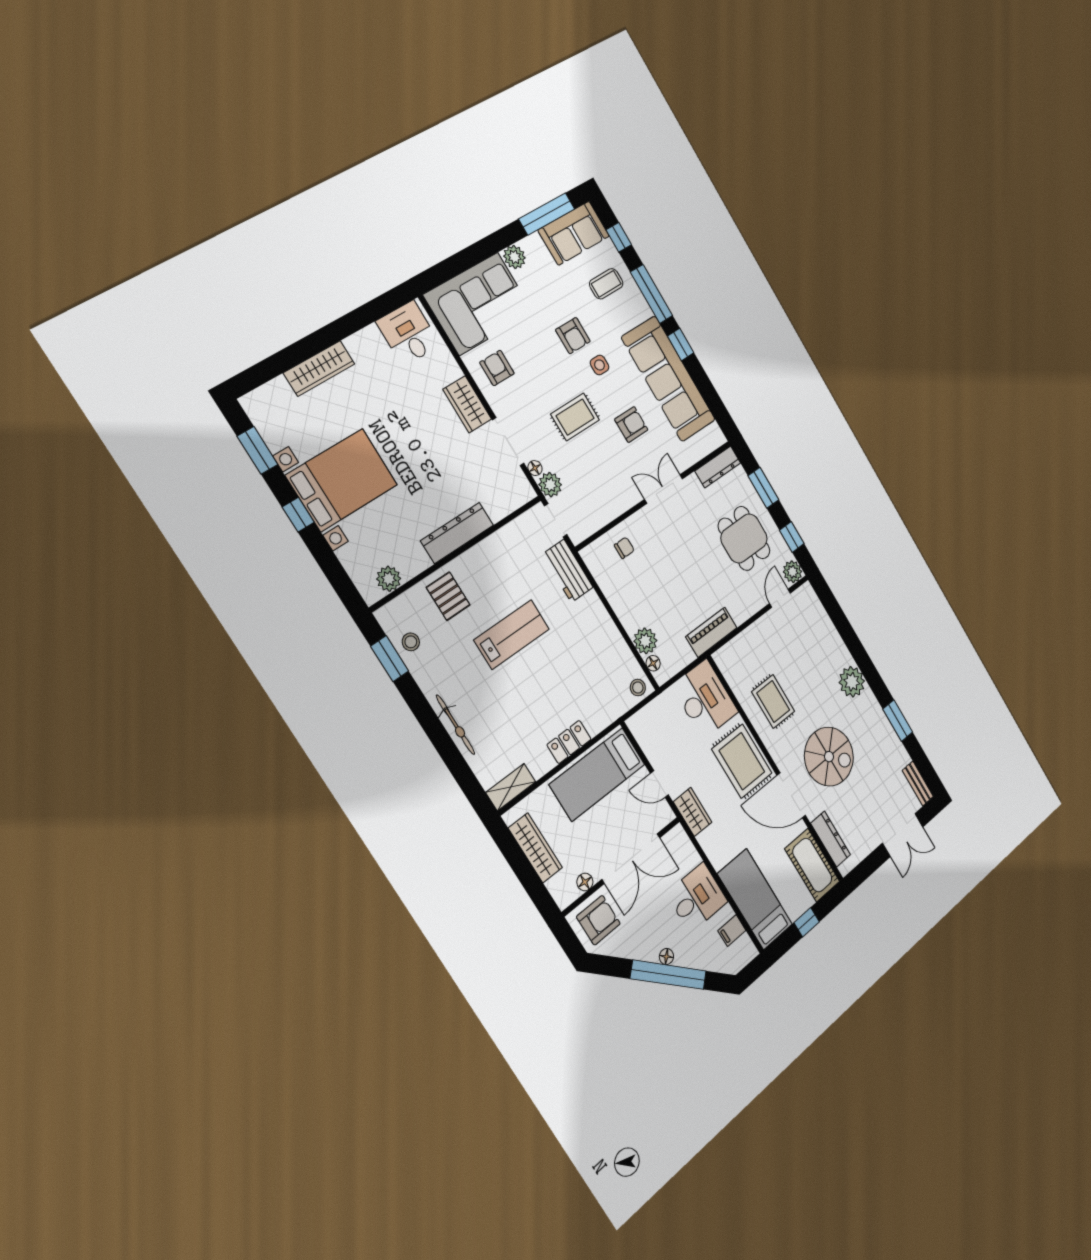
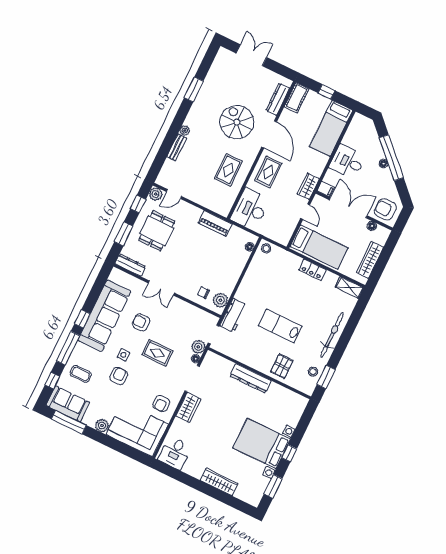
plant: (389, 579) -> (291, 398), removed
plant: (645, 641) -> (220, 300), moved
plant: (852, 682) -> (185, 131), width x0.53, depth x0.53
bicycle: (455, 725) -> (332, 335), width x1.37, depth x1.40
rug: (742, 761) -> (268, 172), width x0.73, depth x0.70
bench: (918, 783) -> (177, 147), moved
cot: (812, 865) -> (297, 98), width x0.73, depth x0.75
filing cabinet: (732, 930) -> (326, 189), moved

